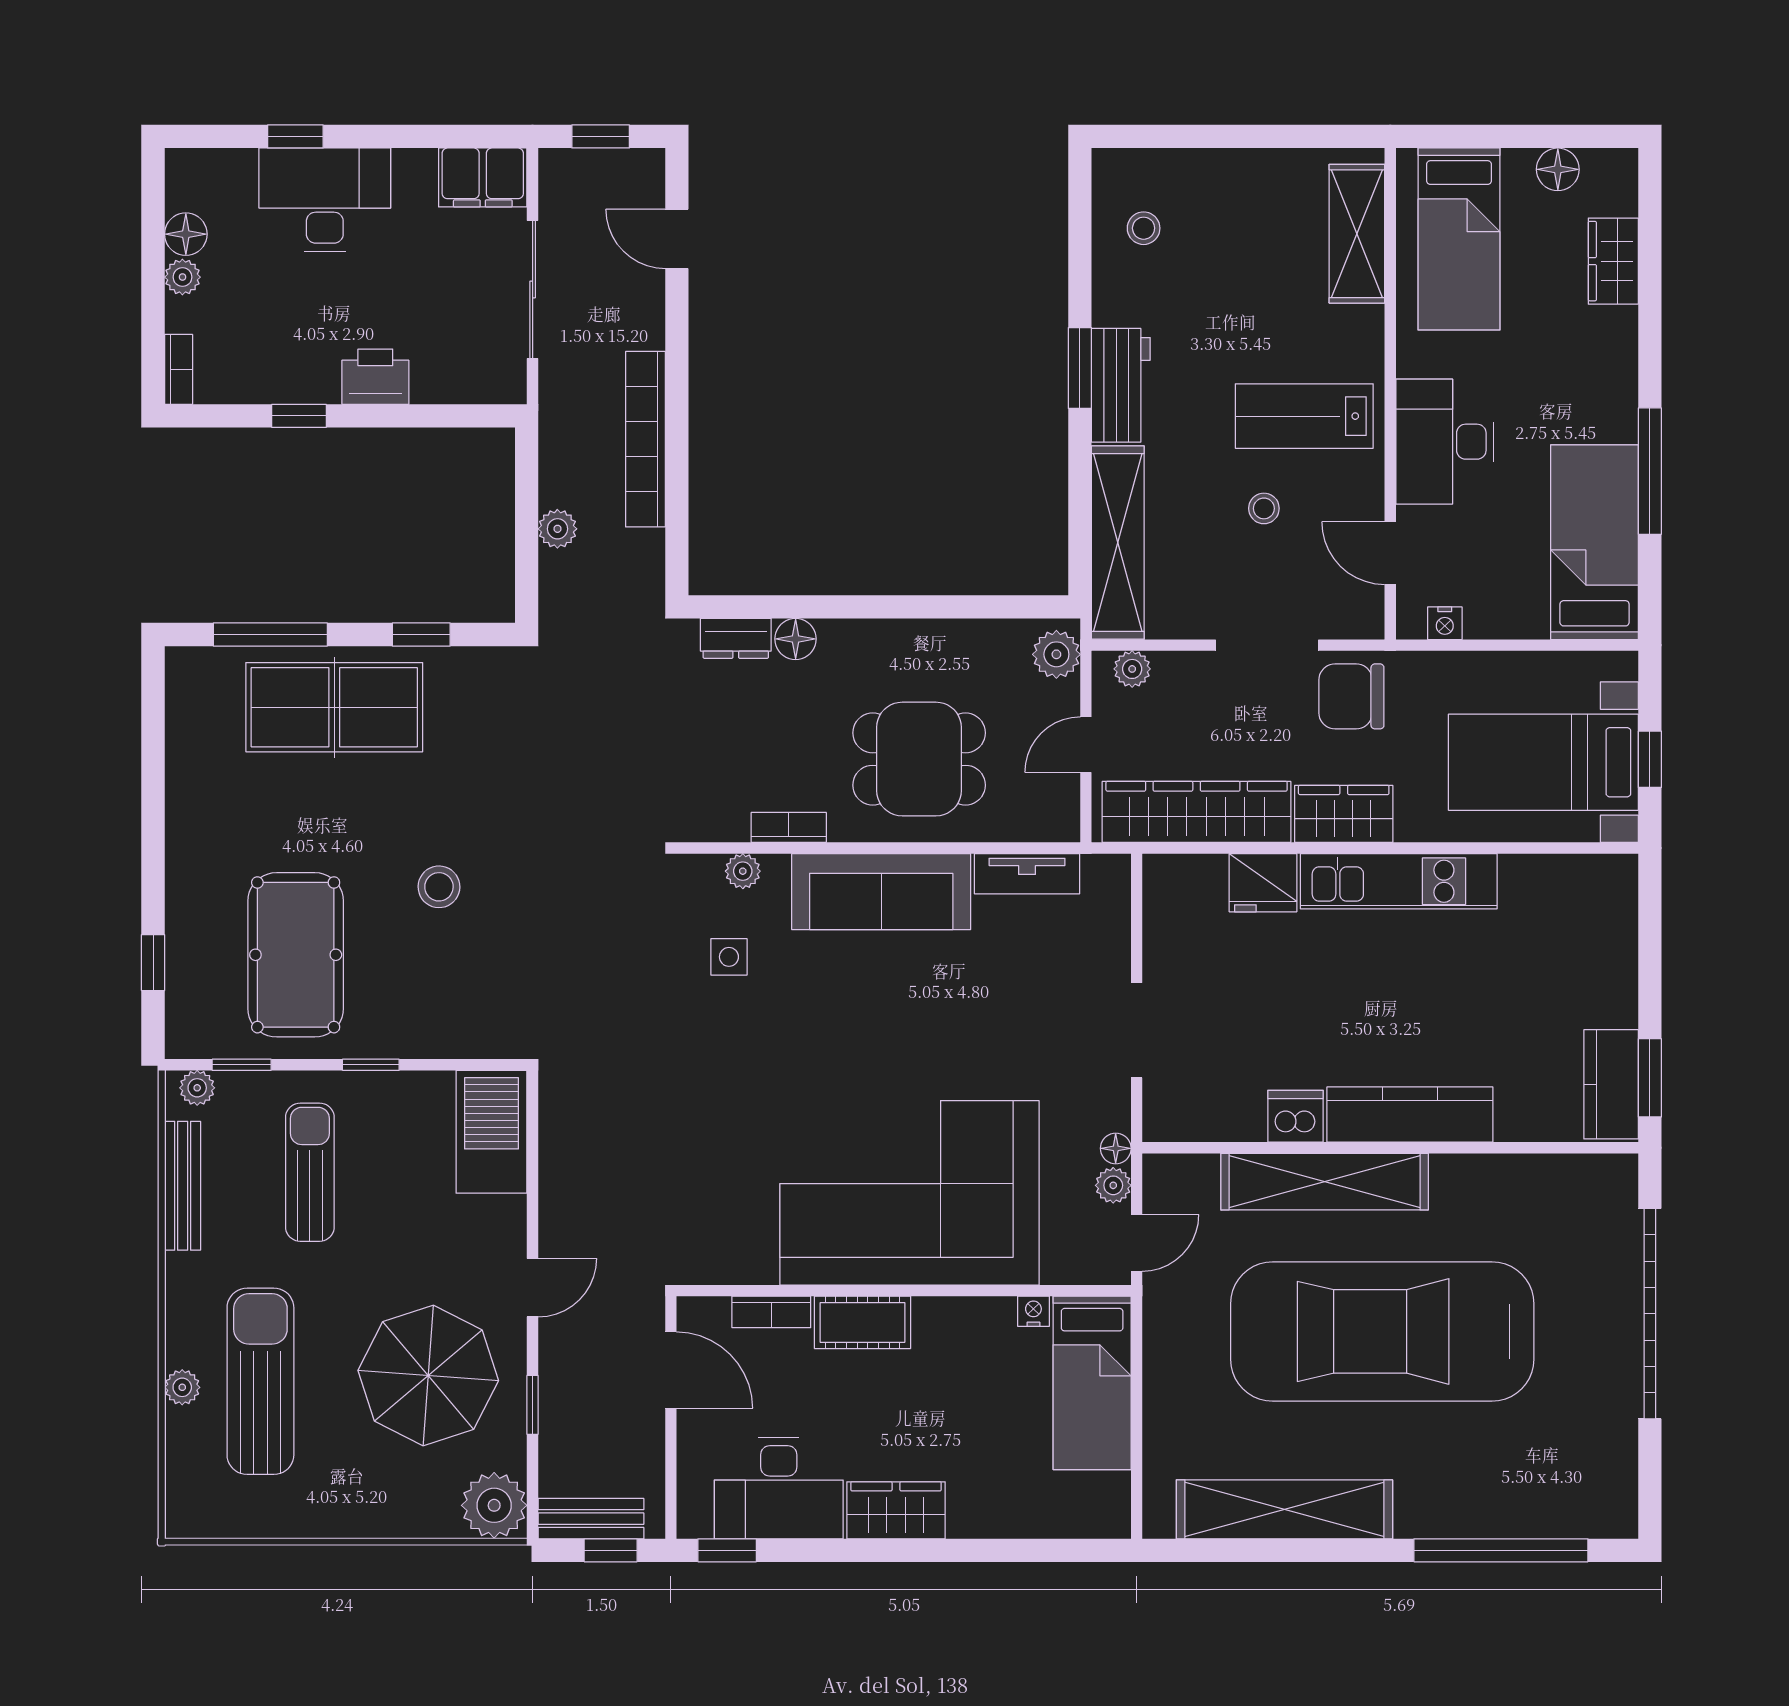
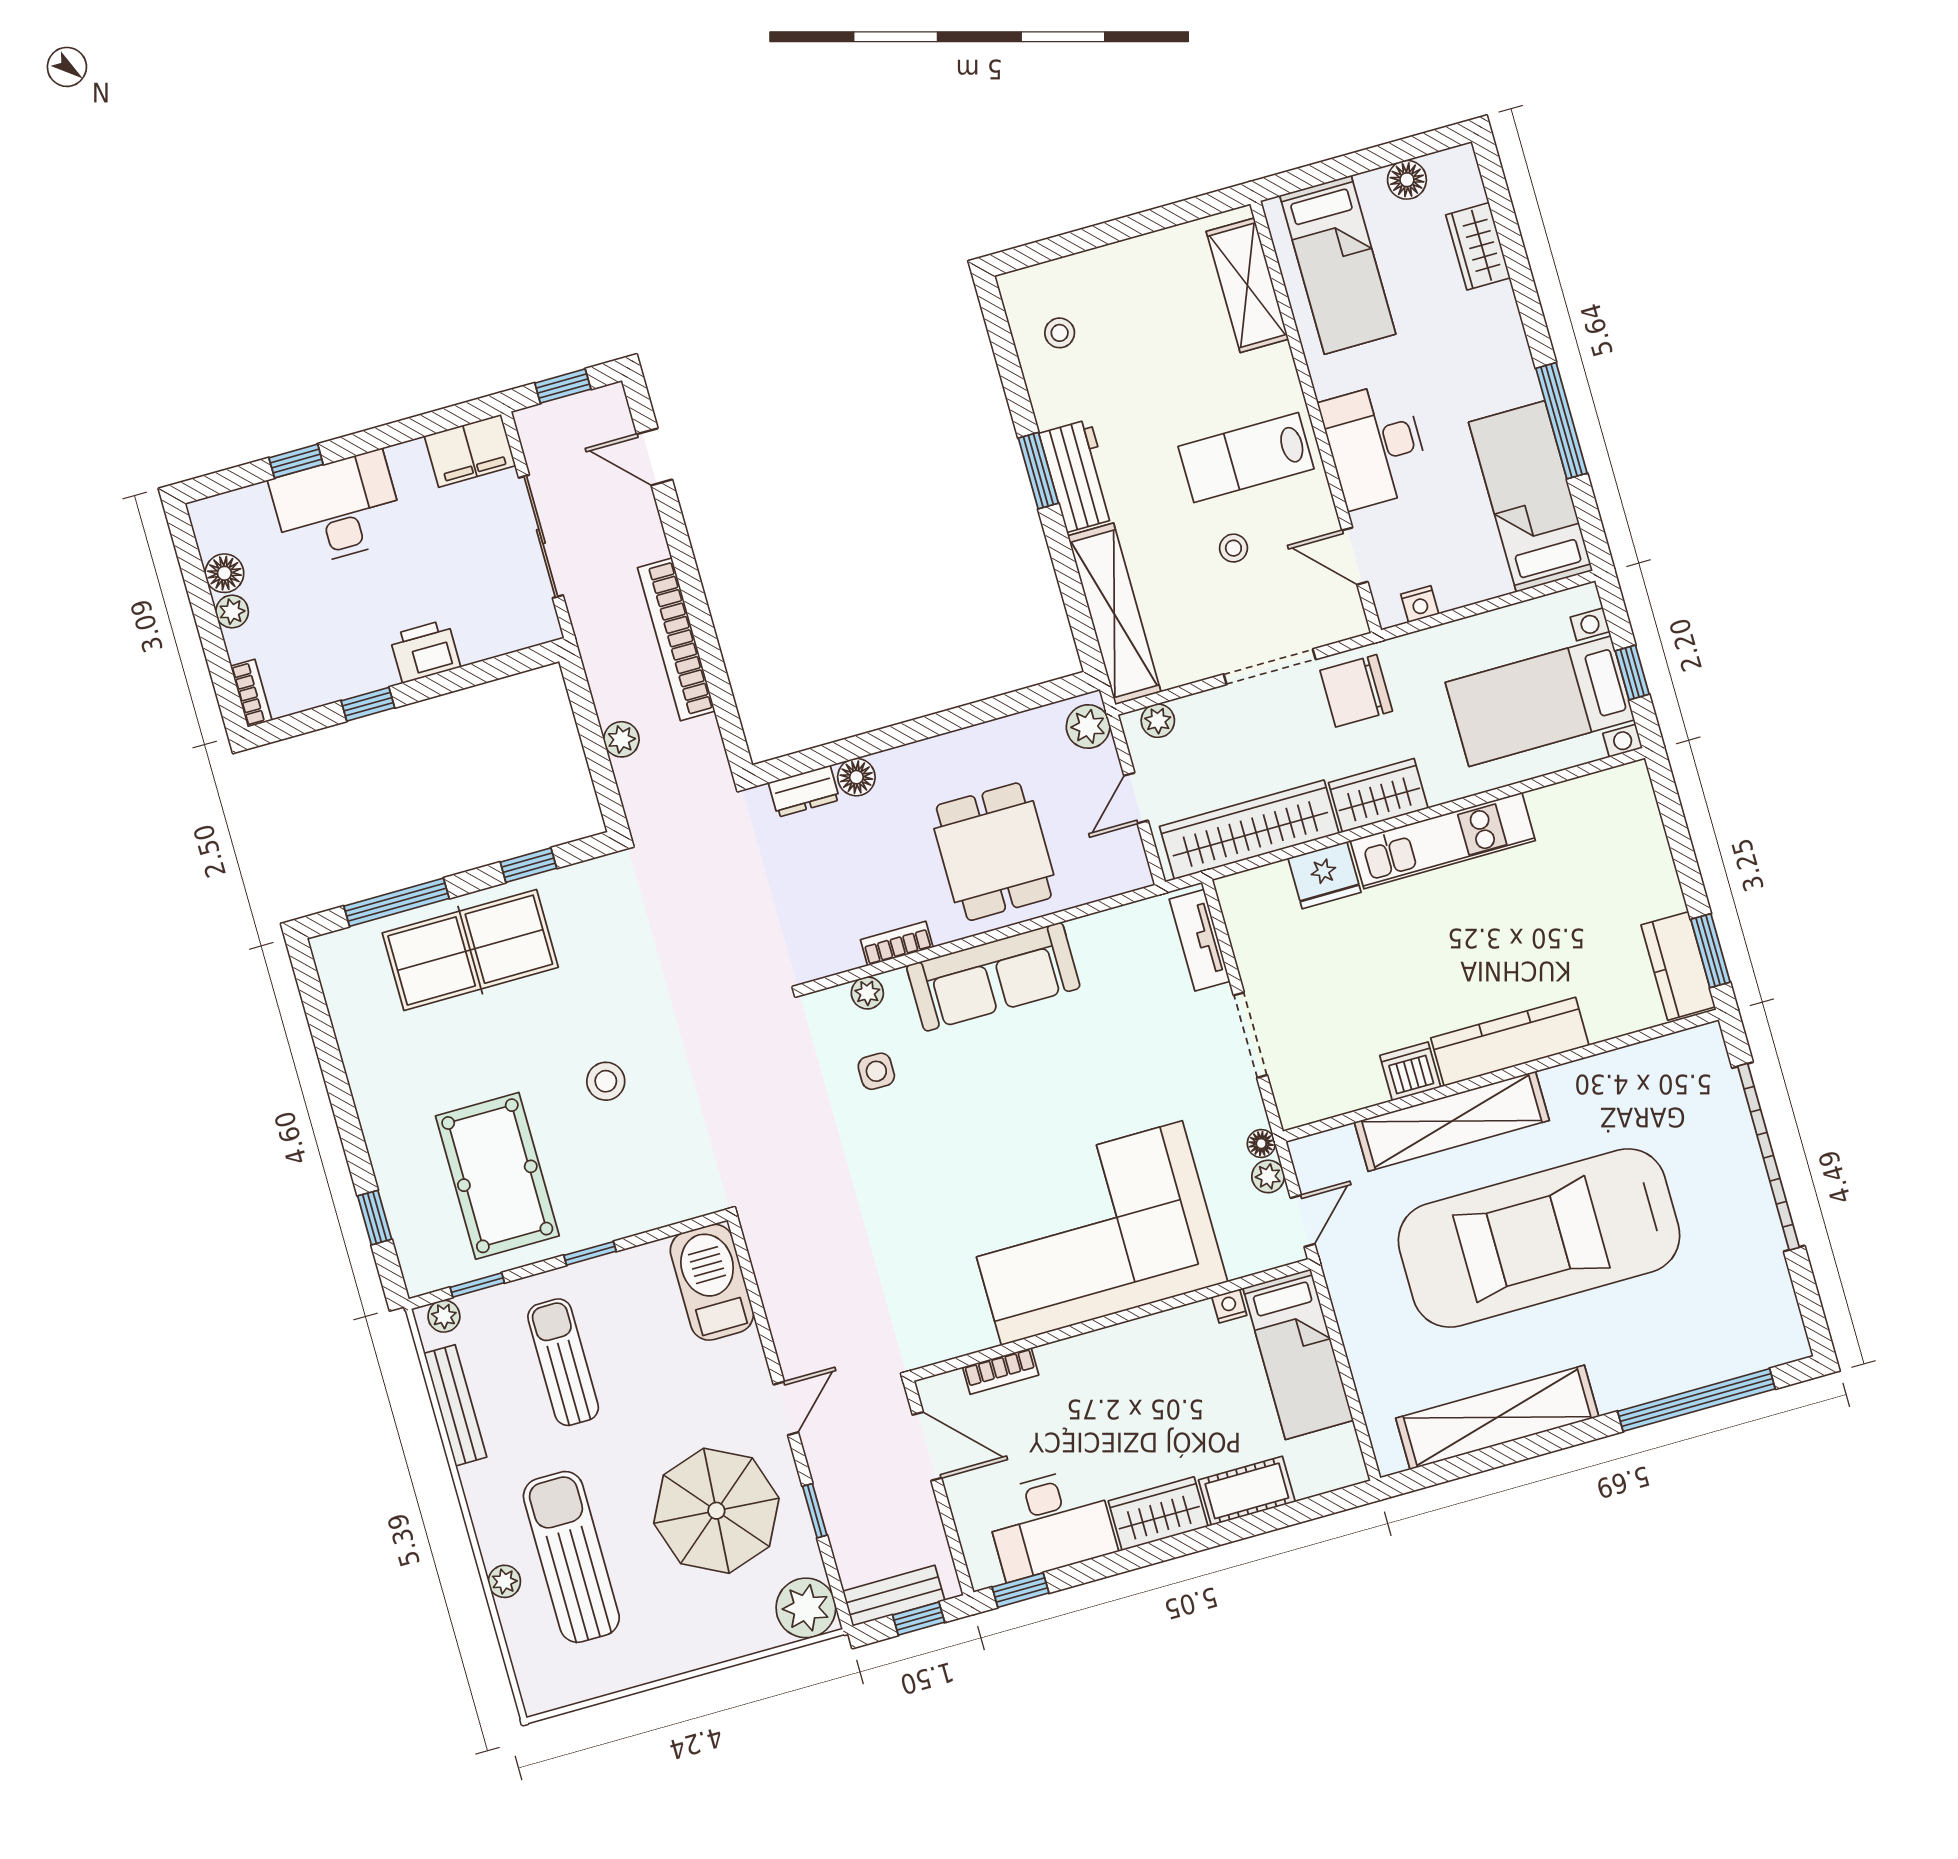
dining table: (919, 759) -> (994, 852), turned 90
tv unit: (1027, 874) -> (1200, 940), moved, turned 90
cot: (862, 1322) -> (1247, 1491), moved

